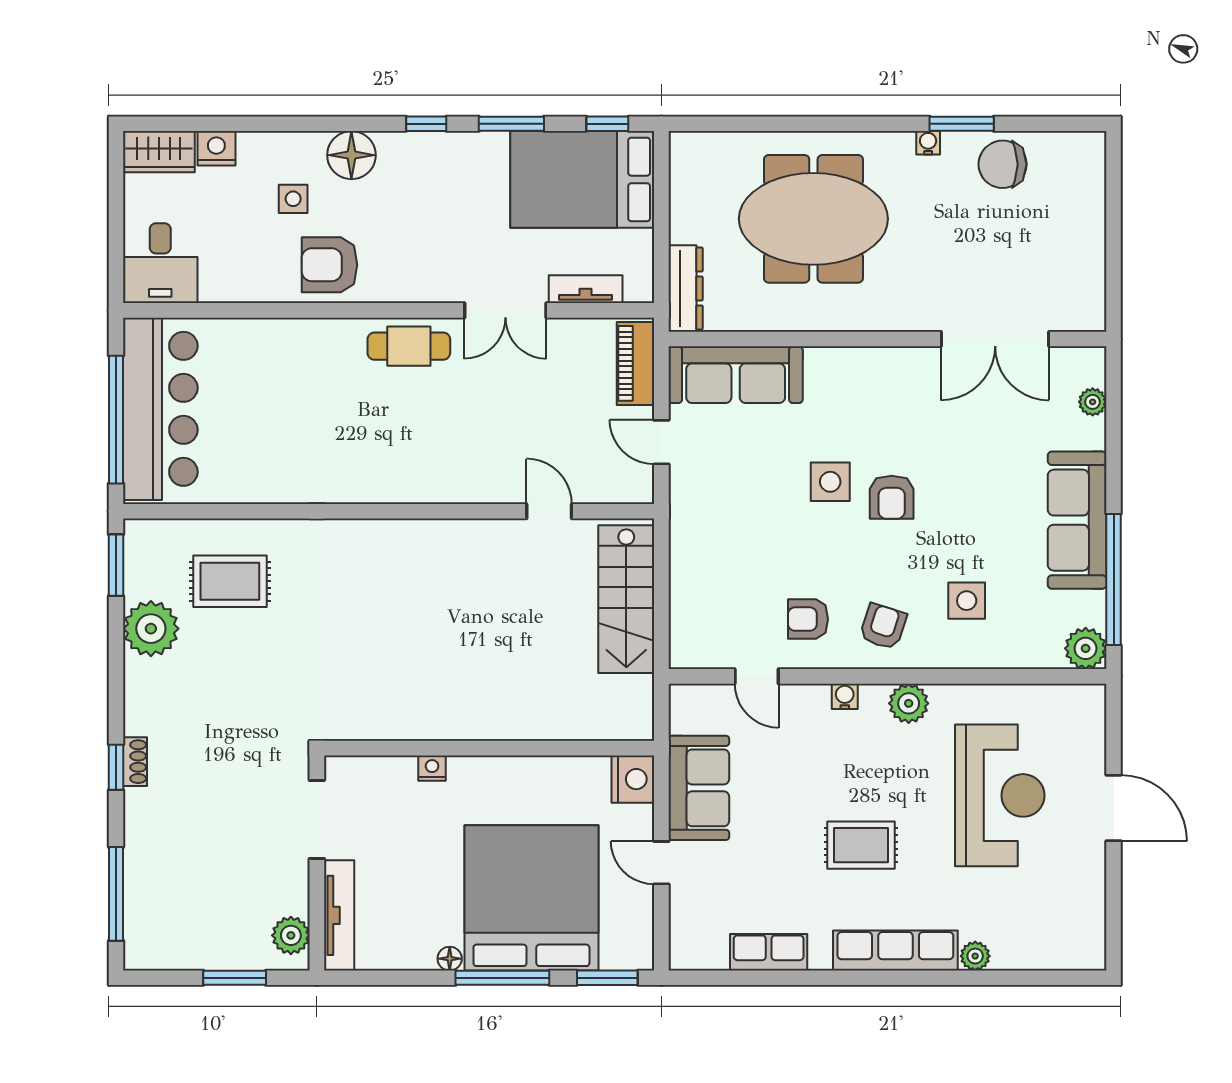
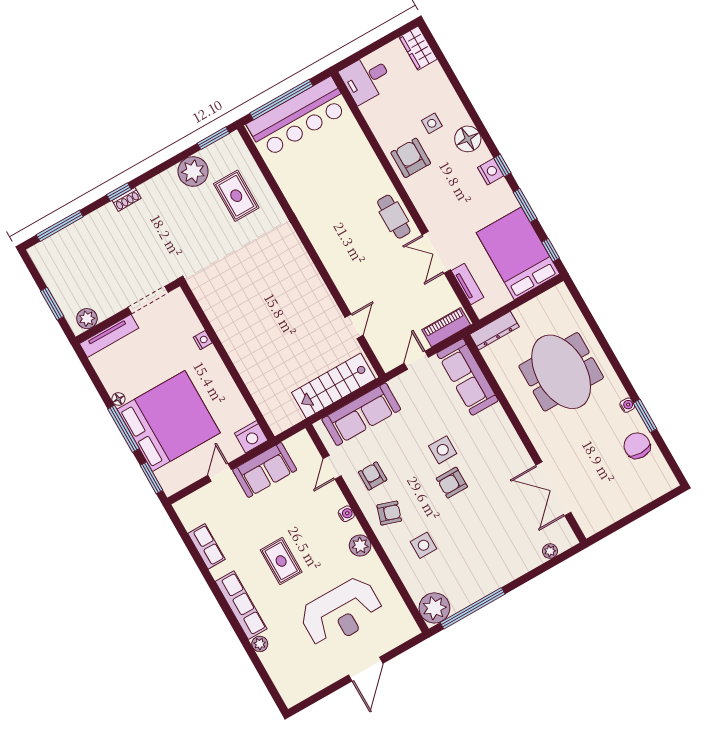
nightstand: (216, 148) -> (491, 172), moved
sofa: (1077, 520) -> (361, 414), moved, turned 180
plant: (1086, 648) -> (434, 608), width x1.36, depth x1.36

